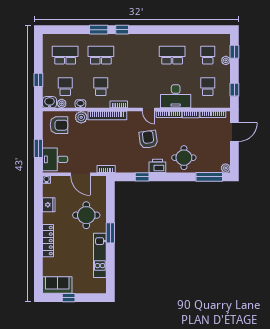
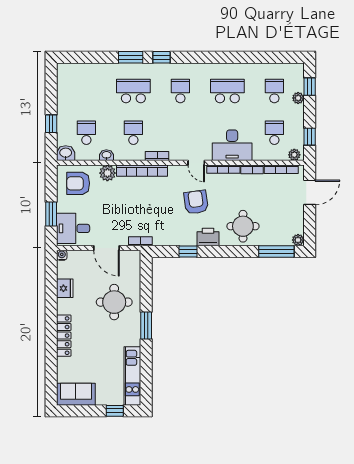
school desk: (65, 55) -> (180, 91), moved, width x0.54
plant: (62, 103) -> (294, 155), moved
armchair: (59, 125) -> (78, 183), turned 180
kitchen unit: (100, 255) -> (132, 376), moved
window: (69, 298) -> (115, 411), moved

